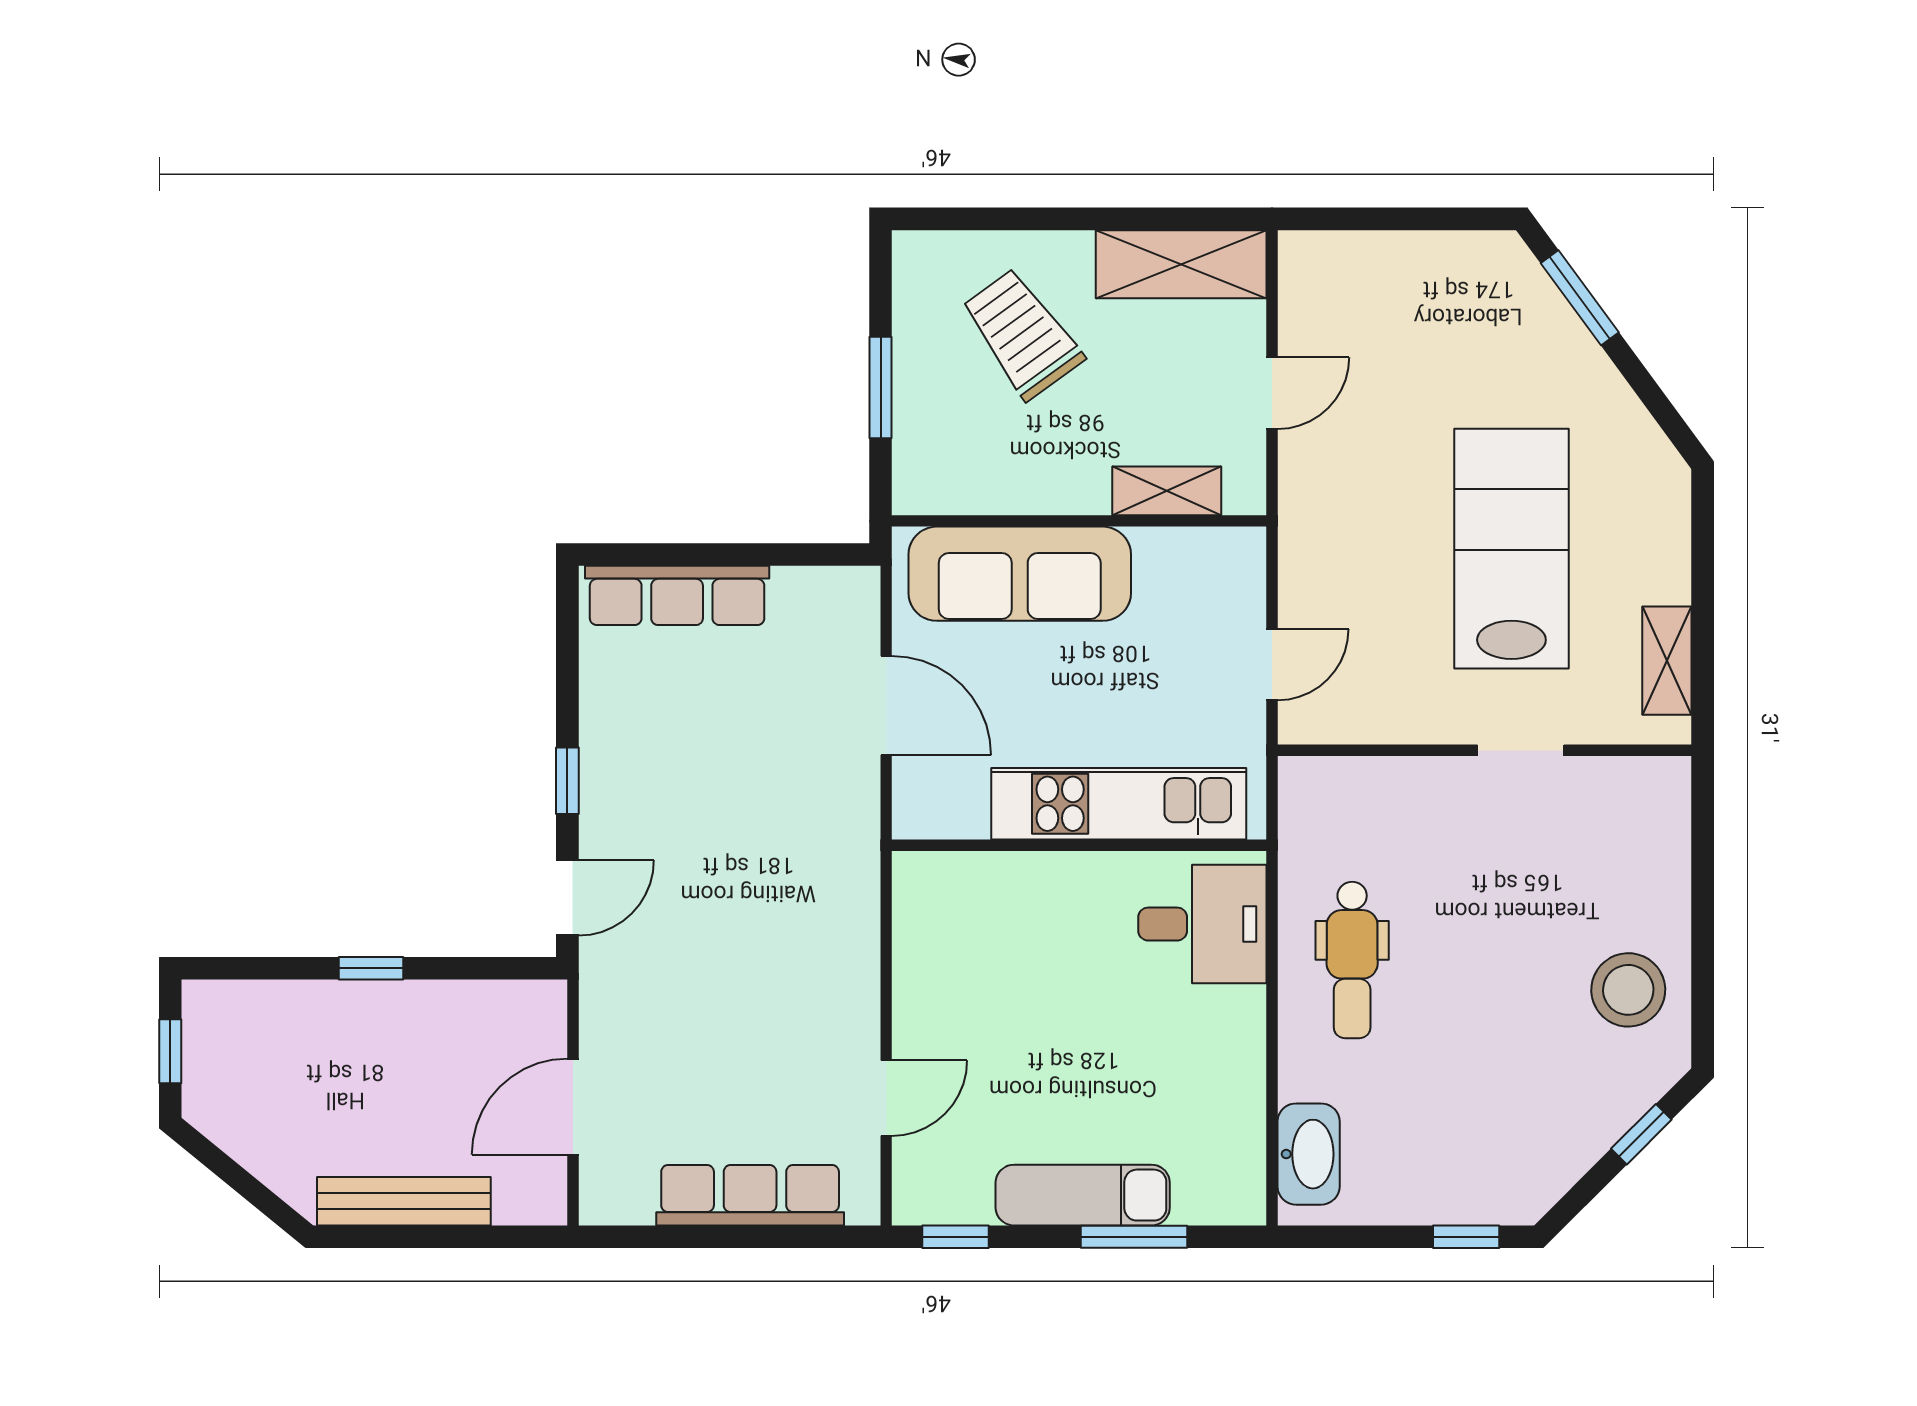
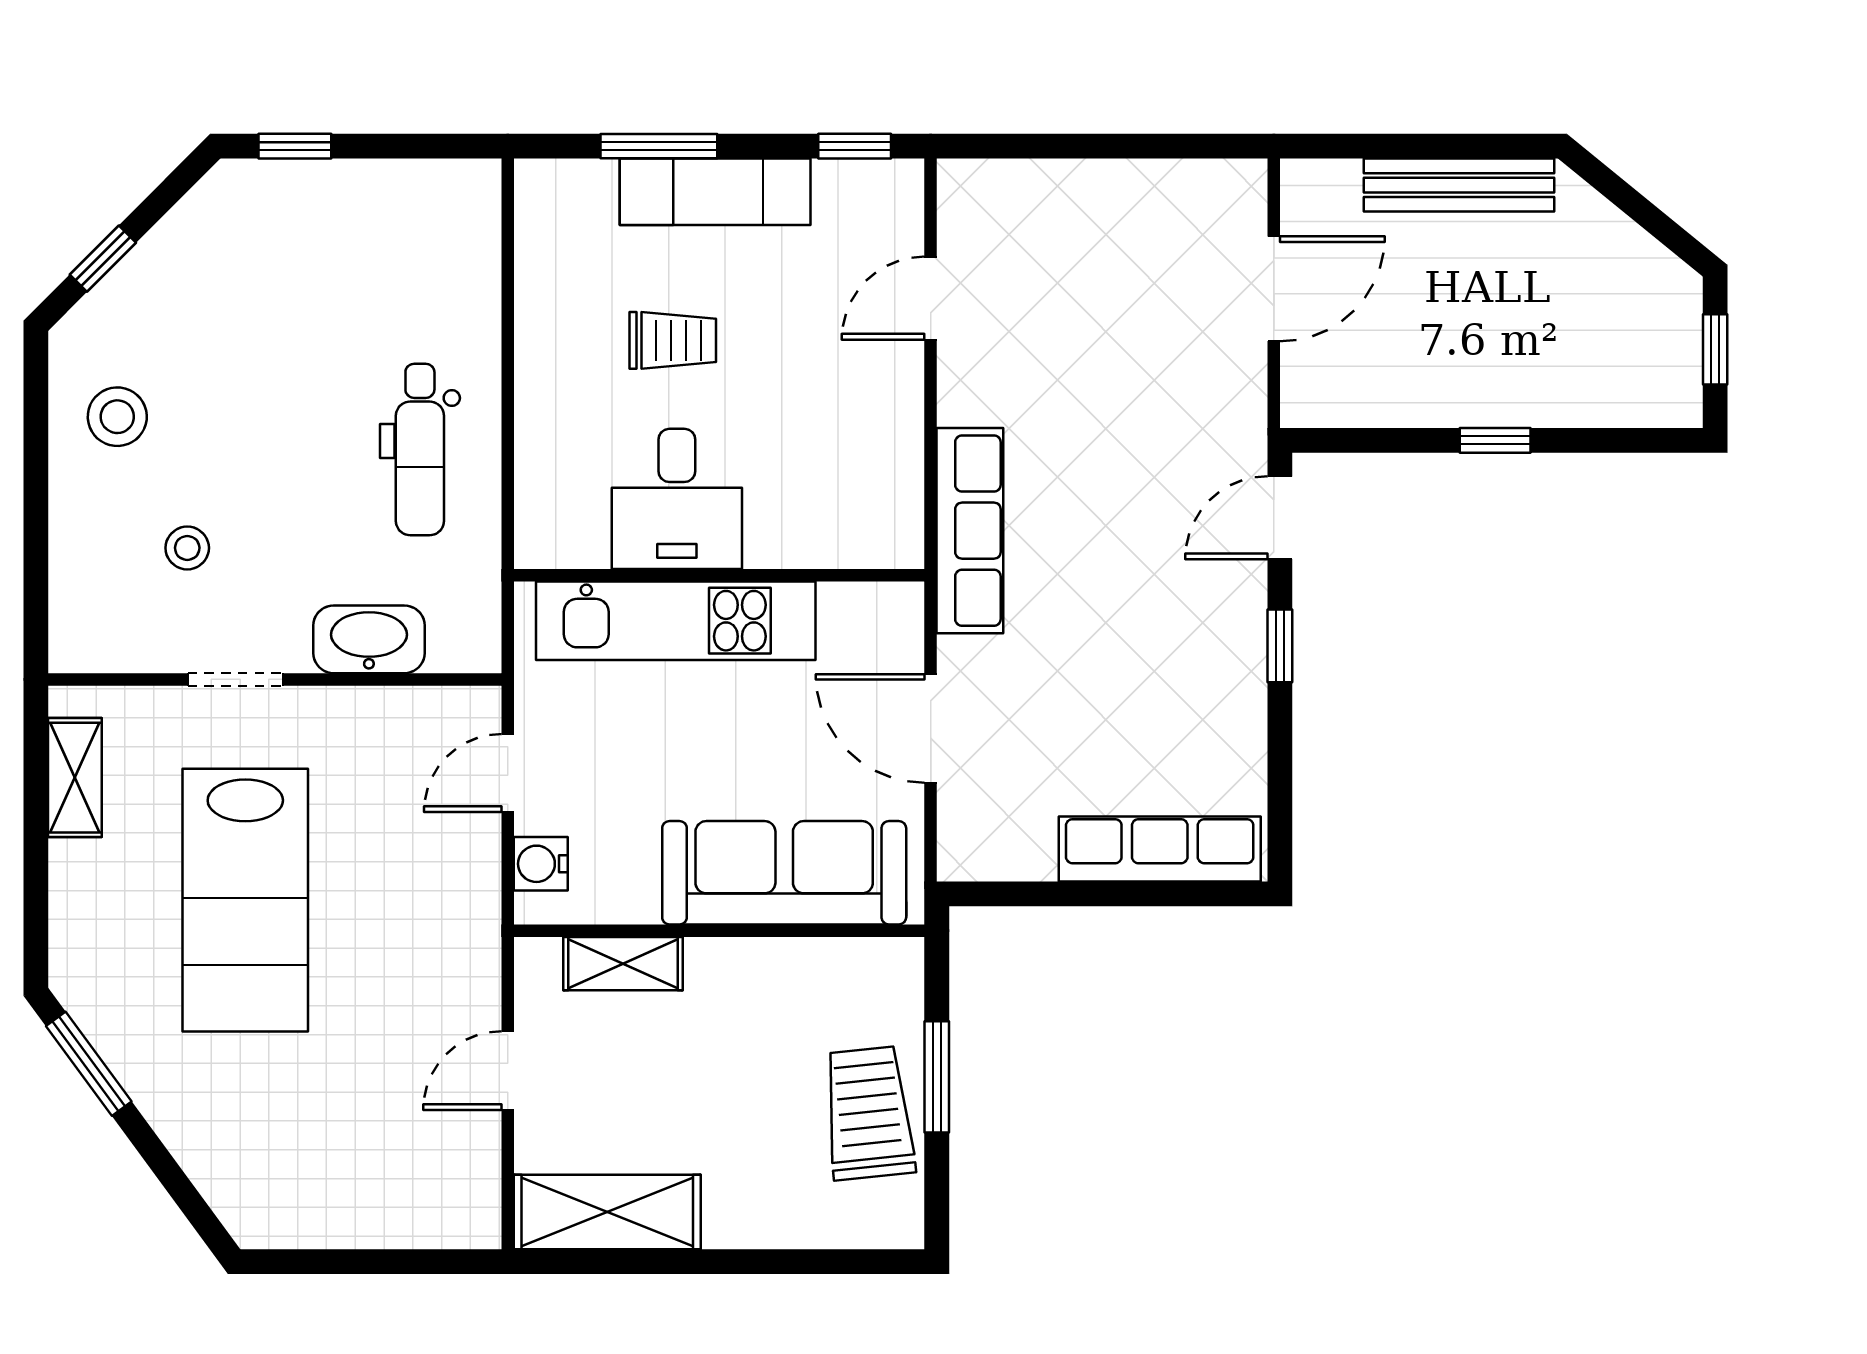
window: (1580, 298) -> (89, 1064), moved
trolley: (1022, 334) -> (869, 1113), moved, turned -150
water cooler: (1242, 582) -> (541, 864), added
stool: (1564, 870) -> (187, 548), added
desk: (1202, 924) -> (677, 499), moved, turned -90
dental chair: (1352, 960) -> (420, 450), turned 180
stool: (1628, 990) -> (117, 417), width x0.73, depth x0.73
trolley: (1121, 1060) -> (673, 340), added
washbasin: (1309, 1154) -> (369, 639), moved, turned 90
row of seats: (750, 1195) -> (970, 531), moved, turned -90

